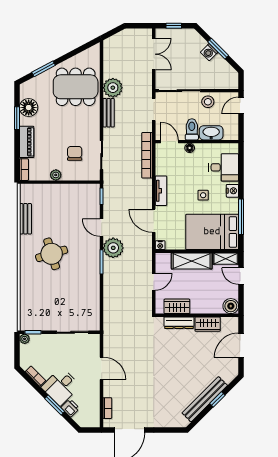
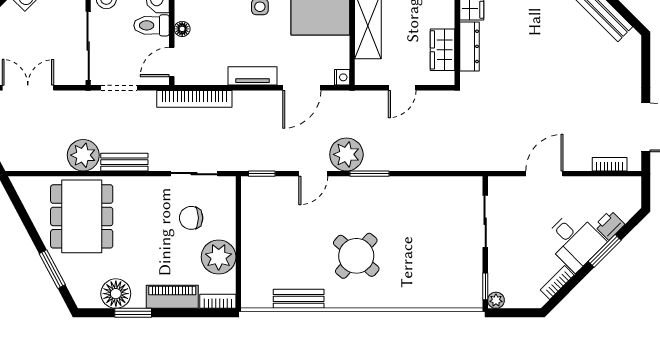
plant: (56, 175) -> (219, 257), width x1.88, depth x1.88
round table: (52, 254) -> (356, 256), turned -32
door: (154, 282) -> (402, 88), swing flipped

